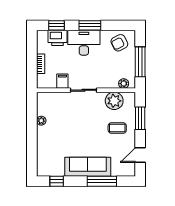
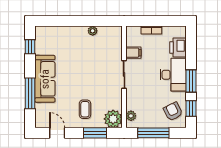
window: (57, 25) -> (191, 108), moved
plant: (114, 101) -> (113, 119), moved

